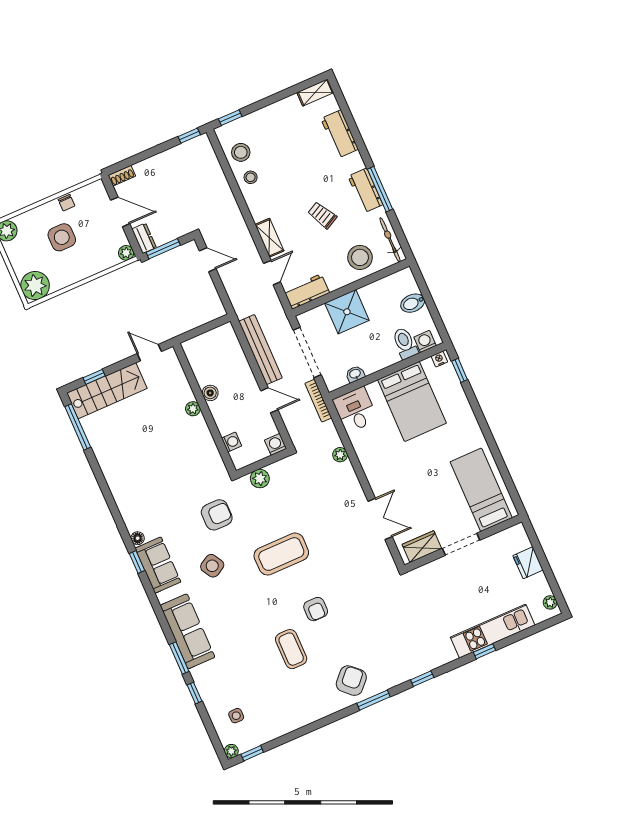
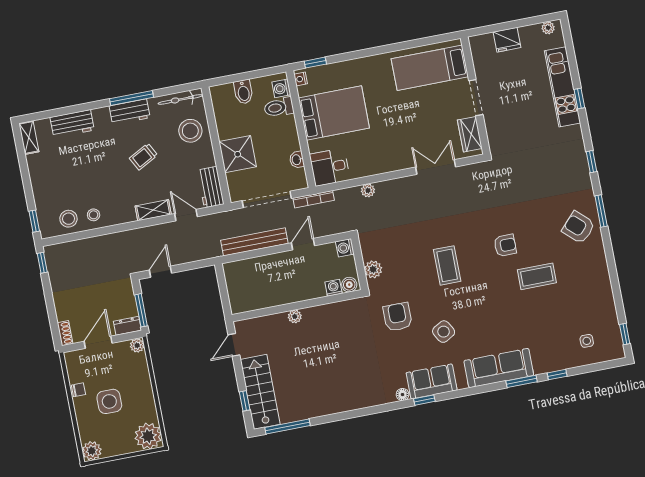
boiler: (210, 393) -> (349, 285), moved
coffee table: (281, 554) -> (447, 265), width x0.73, depth x0.76
plant: (231, 751) -> (618, 353), removed

